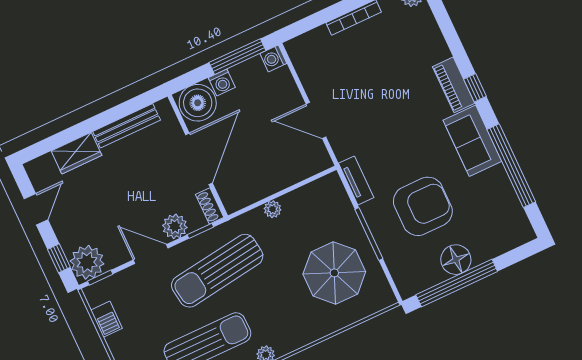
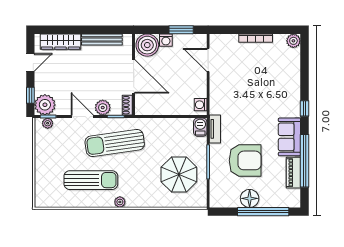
window: (237, 57) -> (181, 30), width x0.69
washing machine: (273, 58) -> (201, 105), moved
piano: (454, 85) -> (293, 173), moved
door: (316, 120) -> (208, 60), moved
wardrobe: (76, 153) -> (60, 42), width x1.50
door: (199, 159) -> (134, 76), hinge flipped
plant: (273, 209) -> (48, 123), moved
window: (457, 283) -> (263, 212), moved
barbecue: (106, 319) -> (200, 127), moved, turned 180

